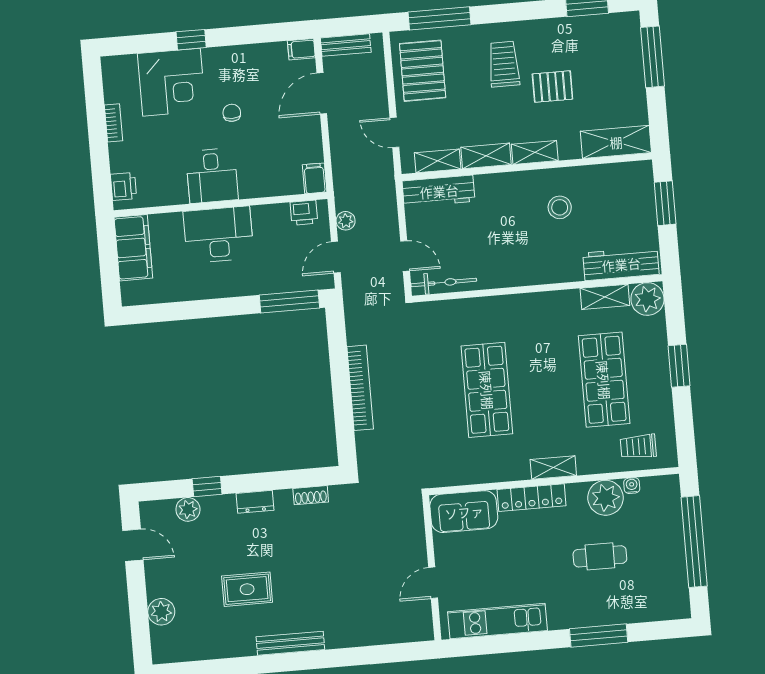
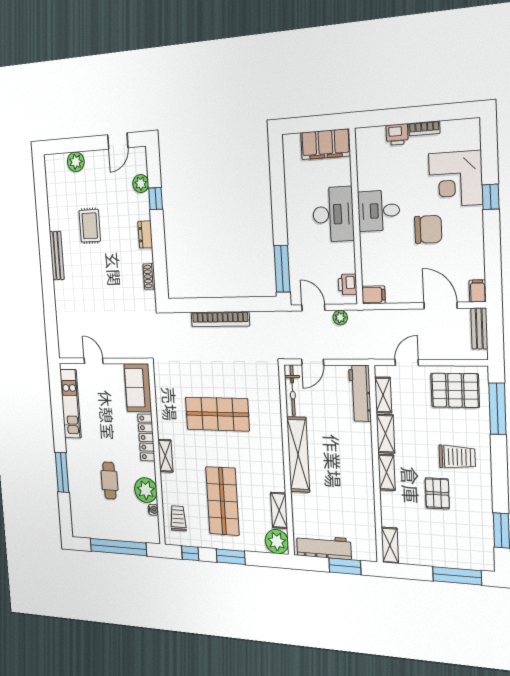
chair: (232, 113) -> (428, 229), width x1.87, depth x1.87
shelving: (616, 142) -> (390, 545), width x0.67, depth x0.75
printer: (124, 186) -> (397, 135), moved
stool: (560, 207) -> (345, 486), removed
workbench: (621, 264) -> (324, 547), moved, turned -90
shelving: (527, 272) -> (298, 455), added
shop shelf: (604, 380) -> (222, 501), turned 90
window: (684, 427) -> (190, 553), added

